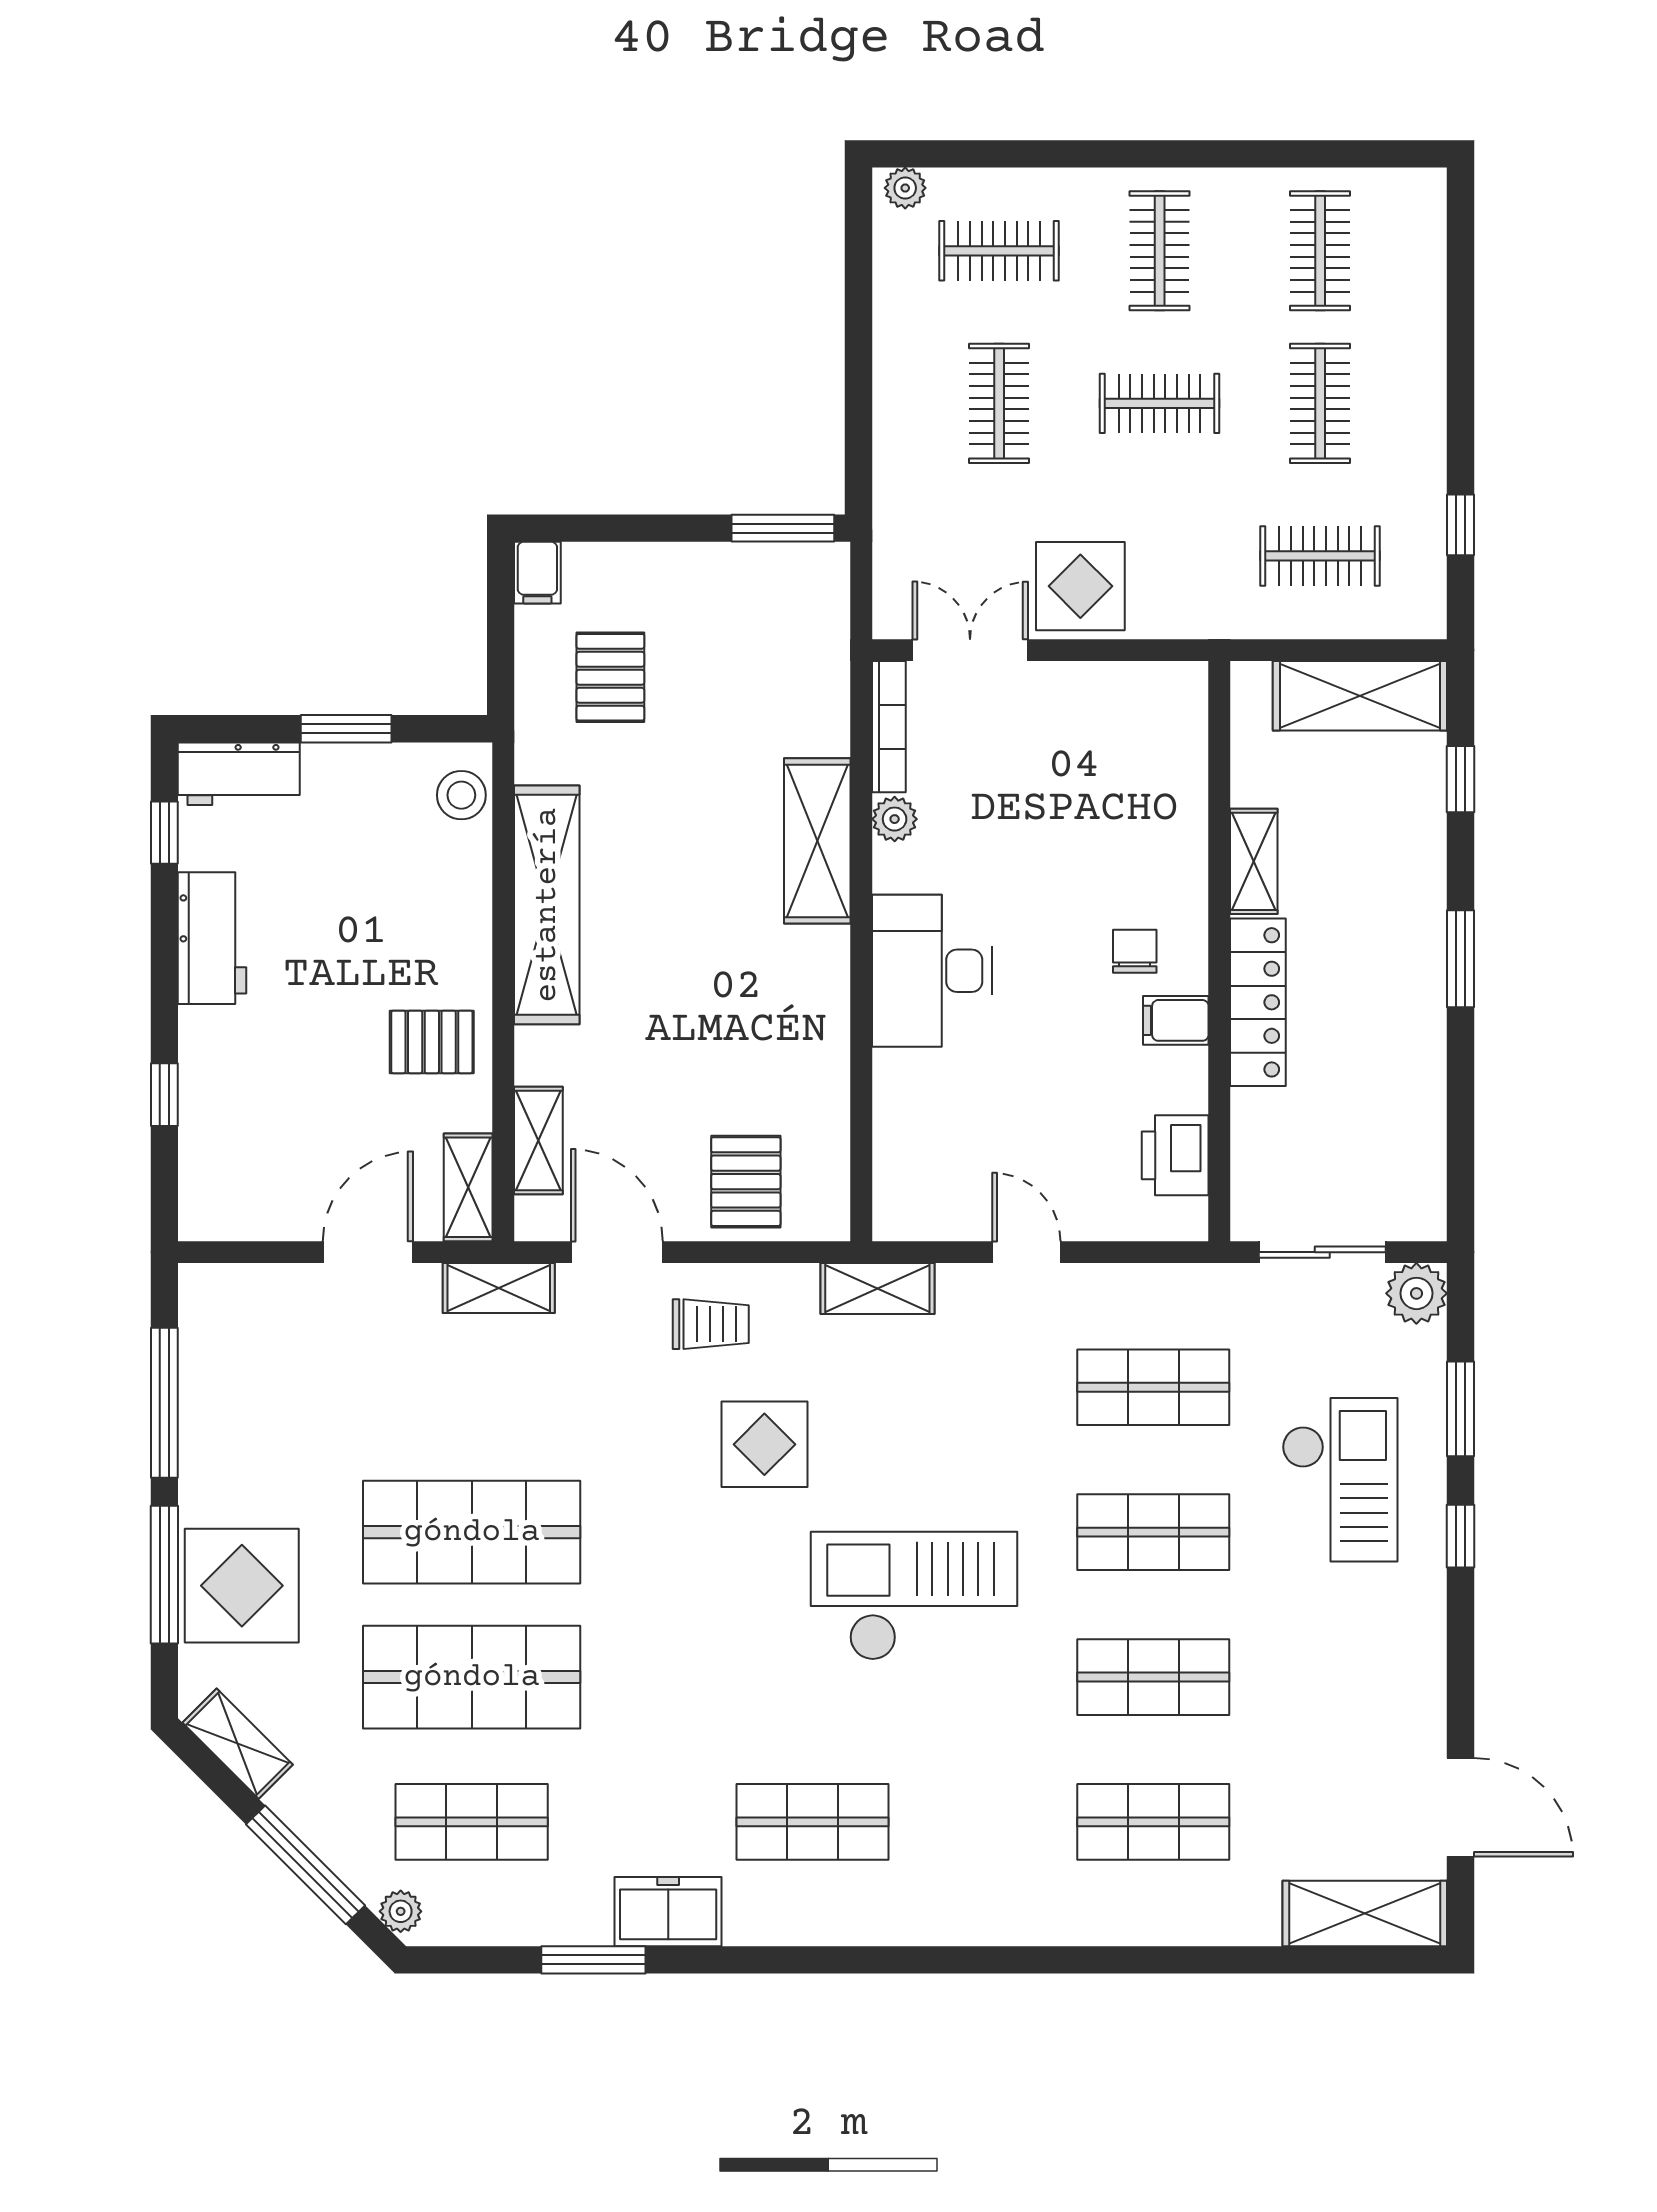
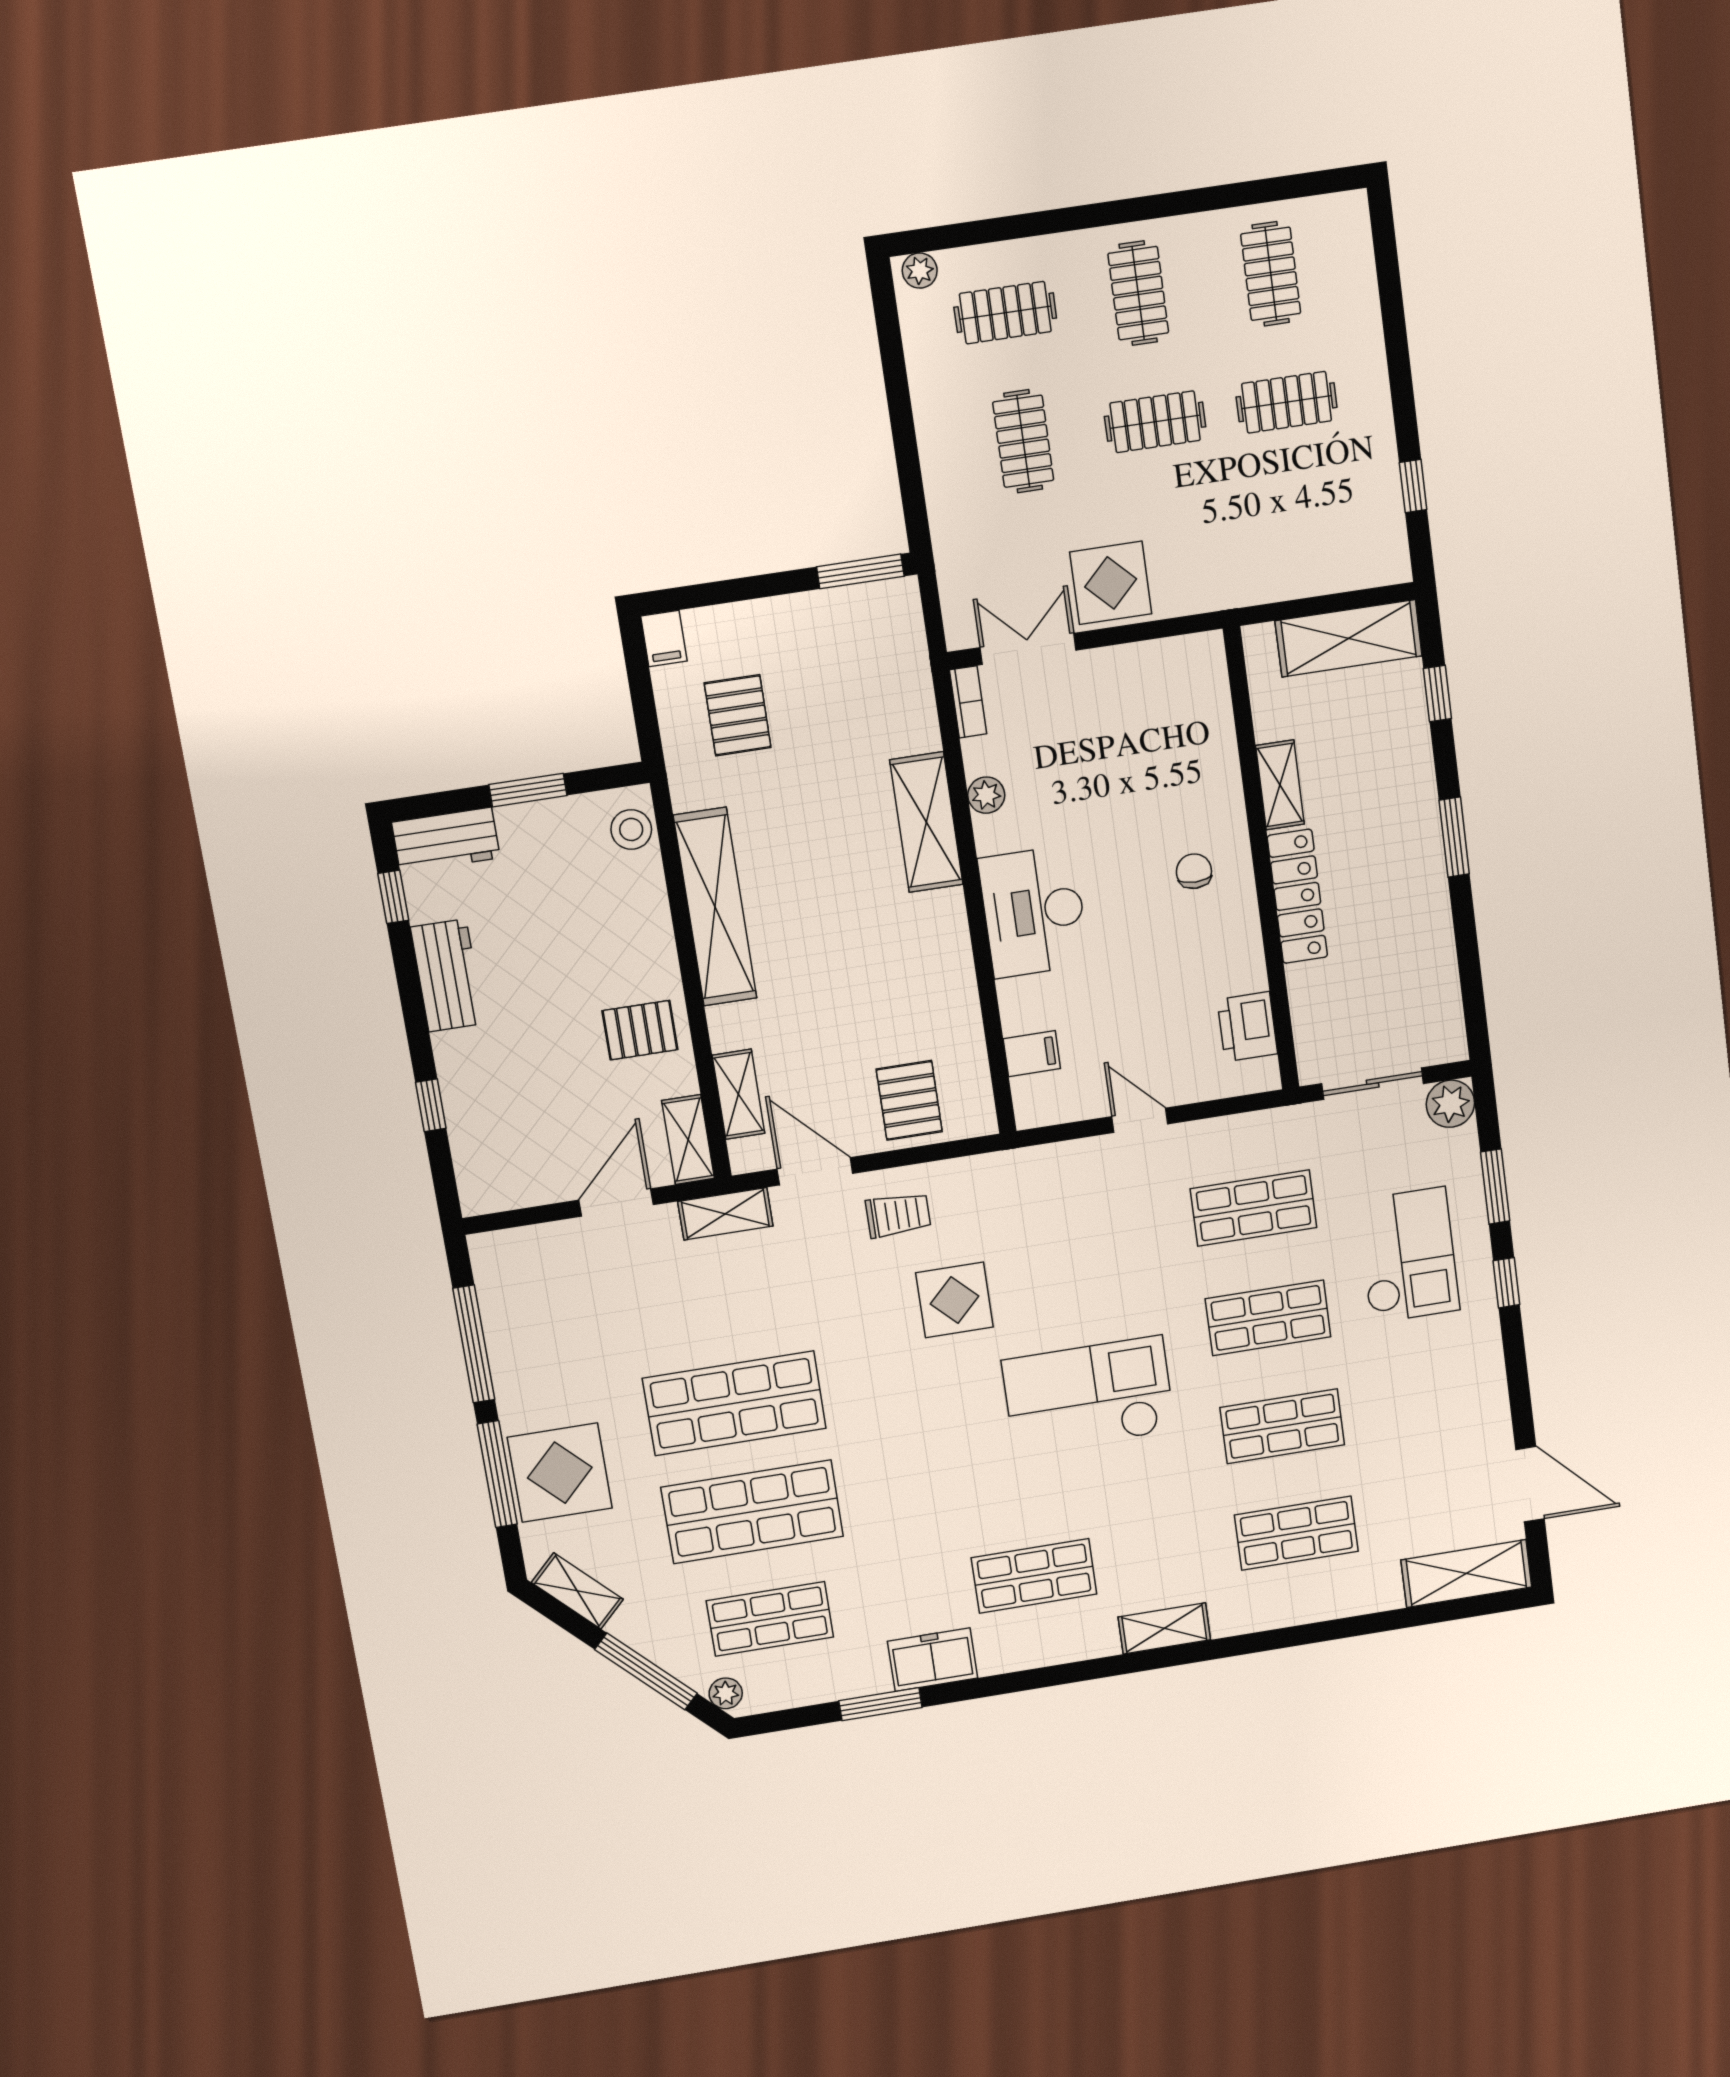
clothes rail: (1320, 403) -> (1287, 402), turned 90
clothes rail: (1320, 556) -> (1302, 529), removed
bookcase: (889, 727) -> (968, 702), width x0.64
filing cabinet: (1176, 1020) -> (1032, 1054), moved, turned 180
shelving: (877, 1289) -> (1164, 1628), moved

